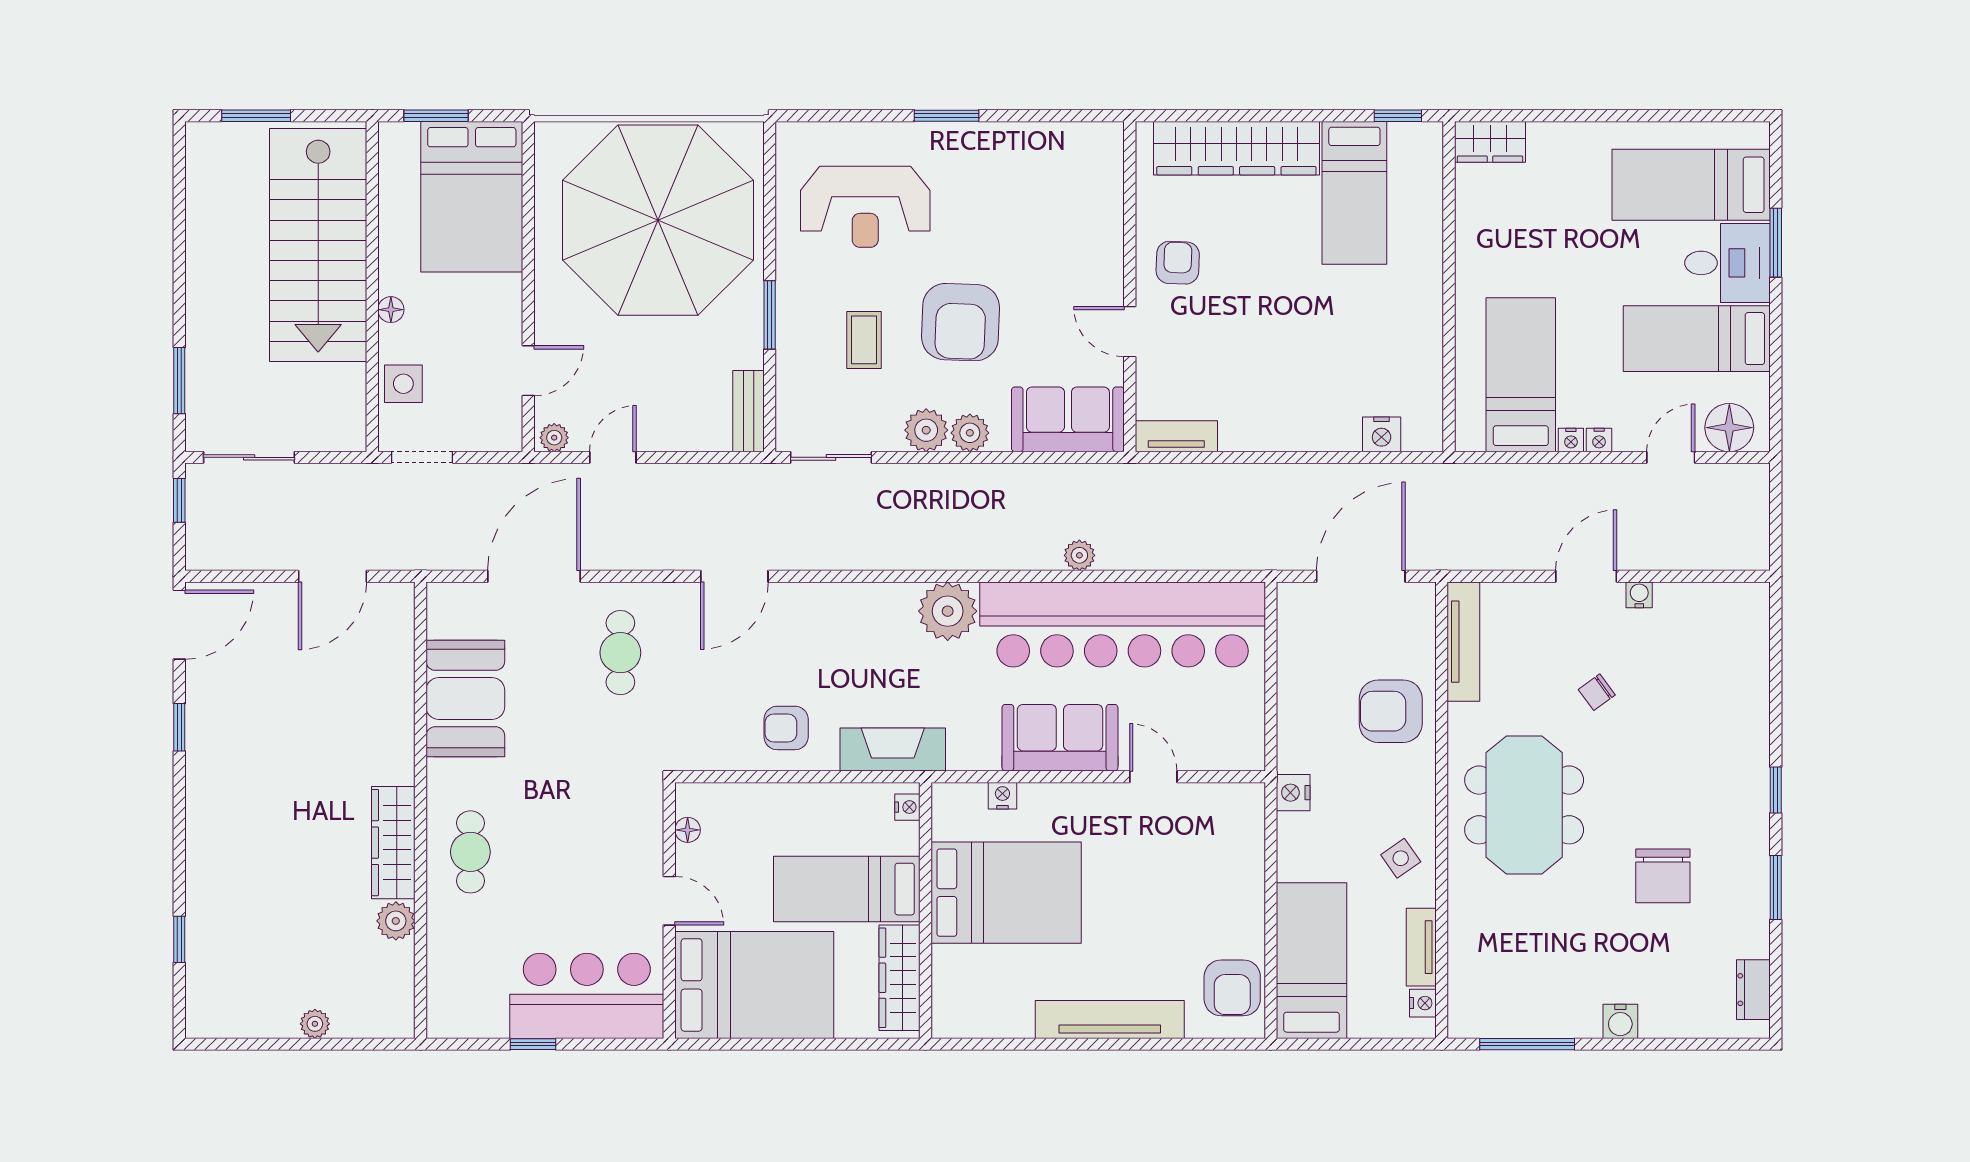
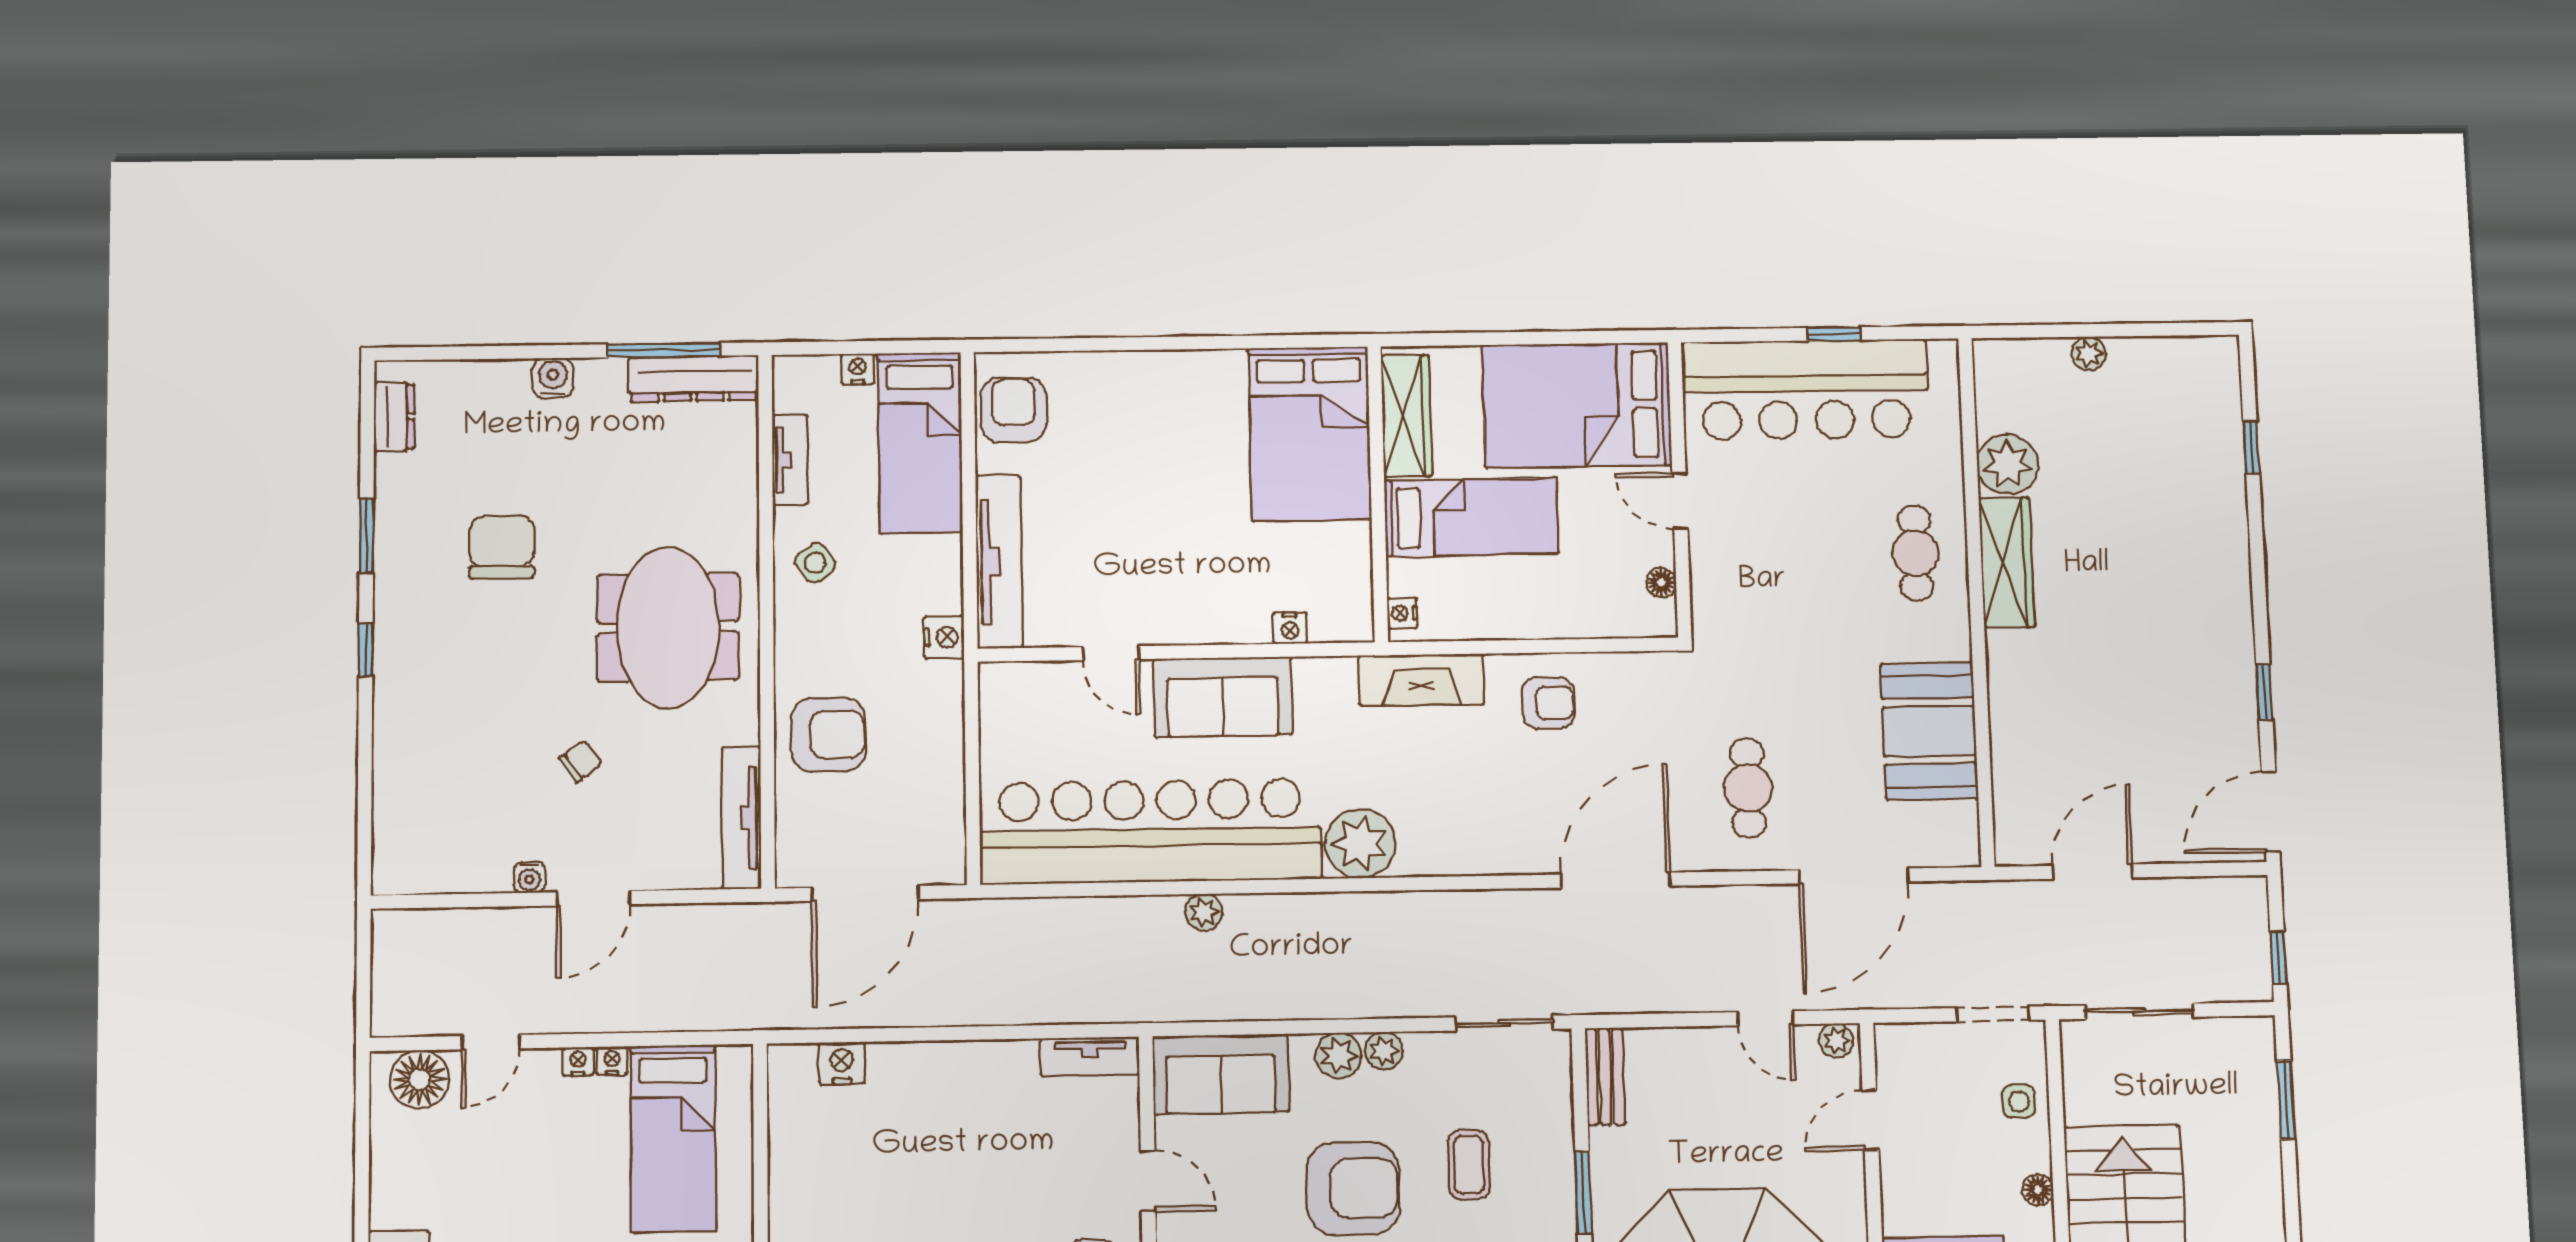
armchair: (960, 322) -> (1353, 1188), turned 88
bed: (1697, 339) -> (458, 1186), removed
side table: (403, 384) -> (2019, 1101), width x0.73, depth x0.73
plant: (926, 430) -> (1384, 1051), width x0.73, depth x0.73
sliding door: (249, 457) -> (2139, 1011), moved
door: (613, 457) -> (1765, 1018), hinge flipped
door: (734, 576) -> (1616, 880), width x1.36
bed: (1006, 893) -> (1310, 434), moved, turned -90
plant: (396, 921) -> (2008, 464), width x1.36, depth x1.36
bar counter: (587, 996) -> (1805, 389), width x1.36
nightstand: (1423, 1003) -> (858, 369), moved, turned 90
tv unit: (1110, 1019) -> (999, 562), moved, turned -90
dresser: (1502, 1019) -> (694, 379), added

